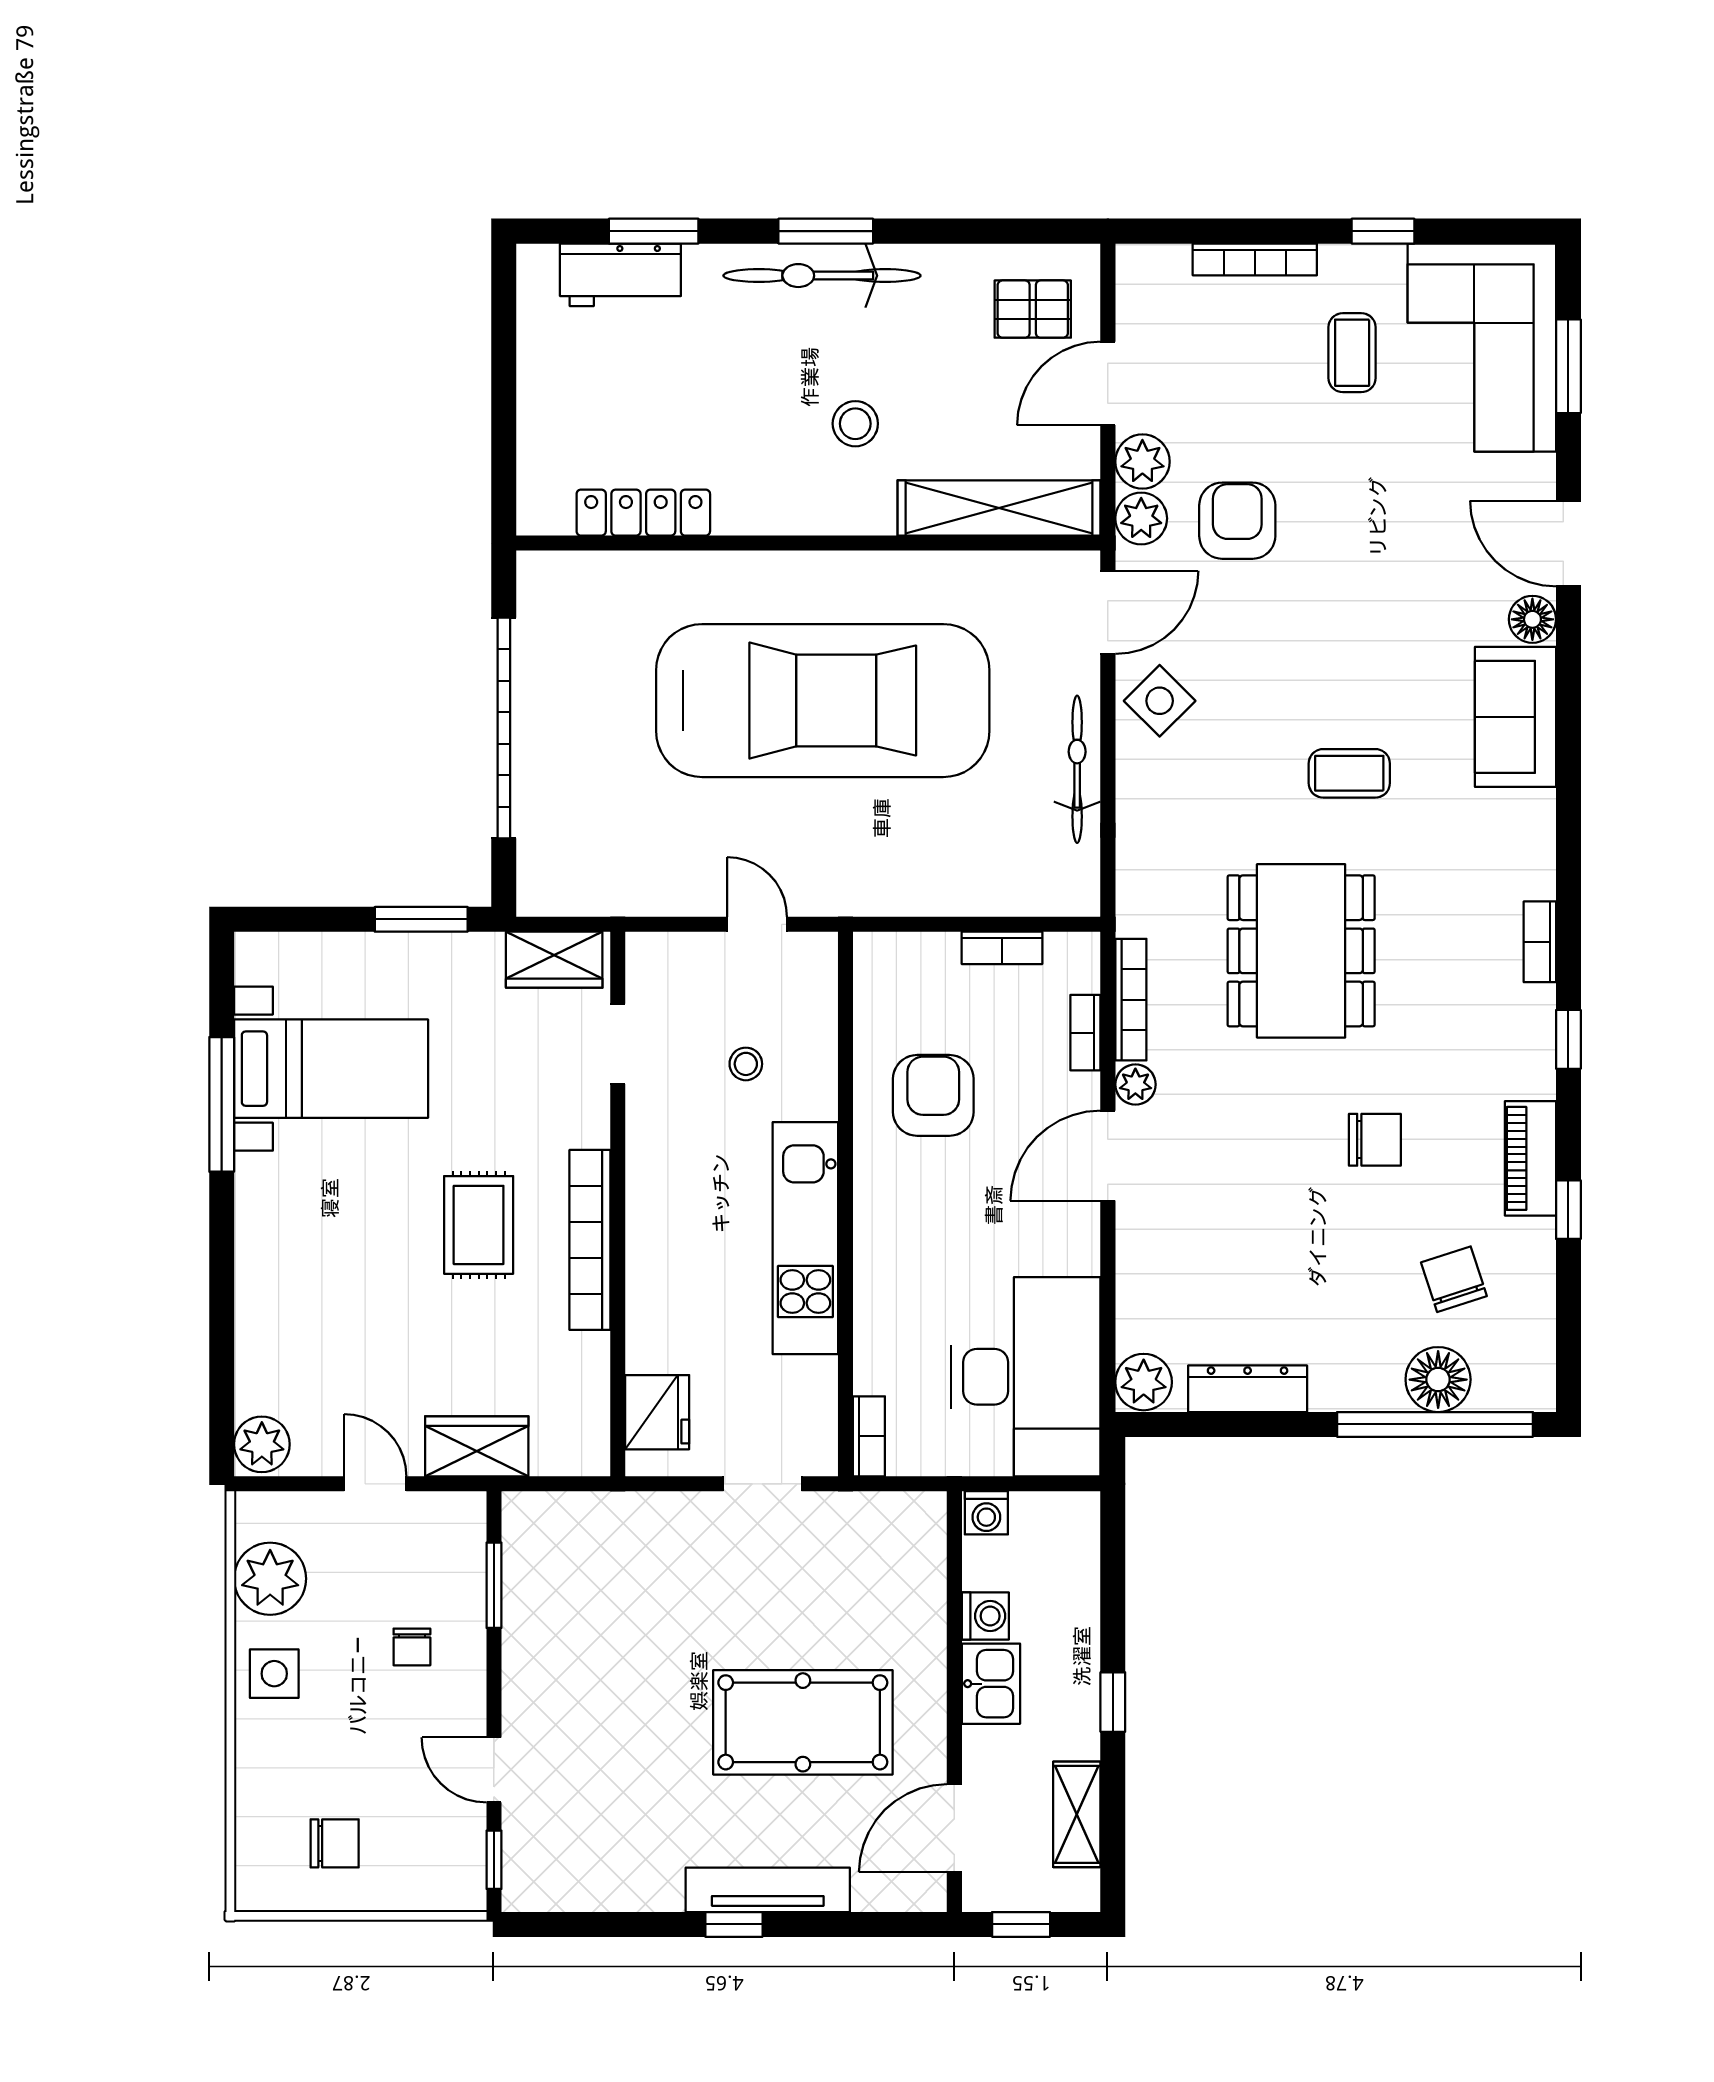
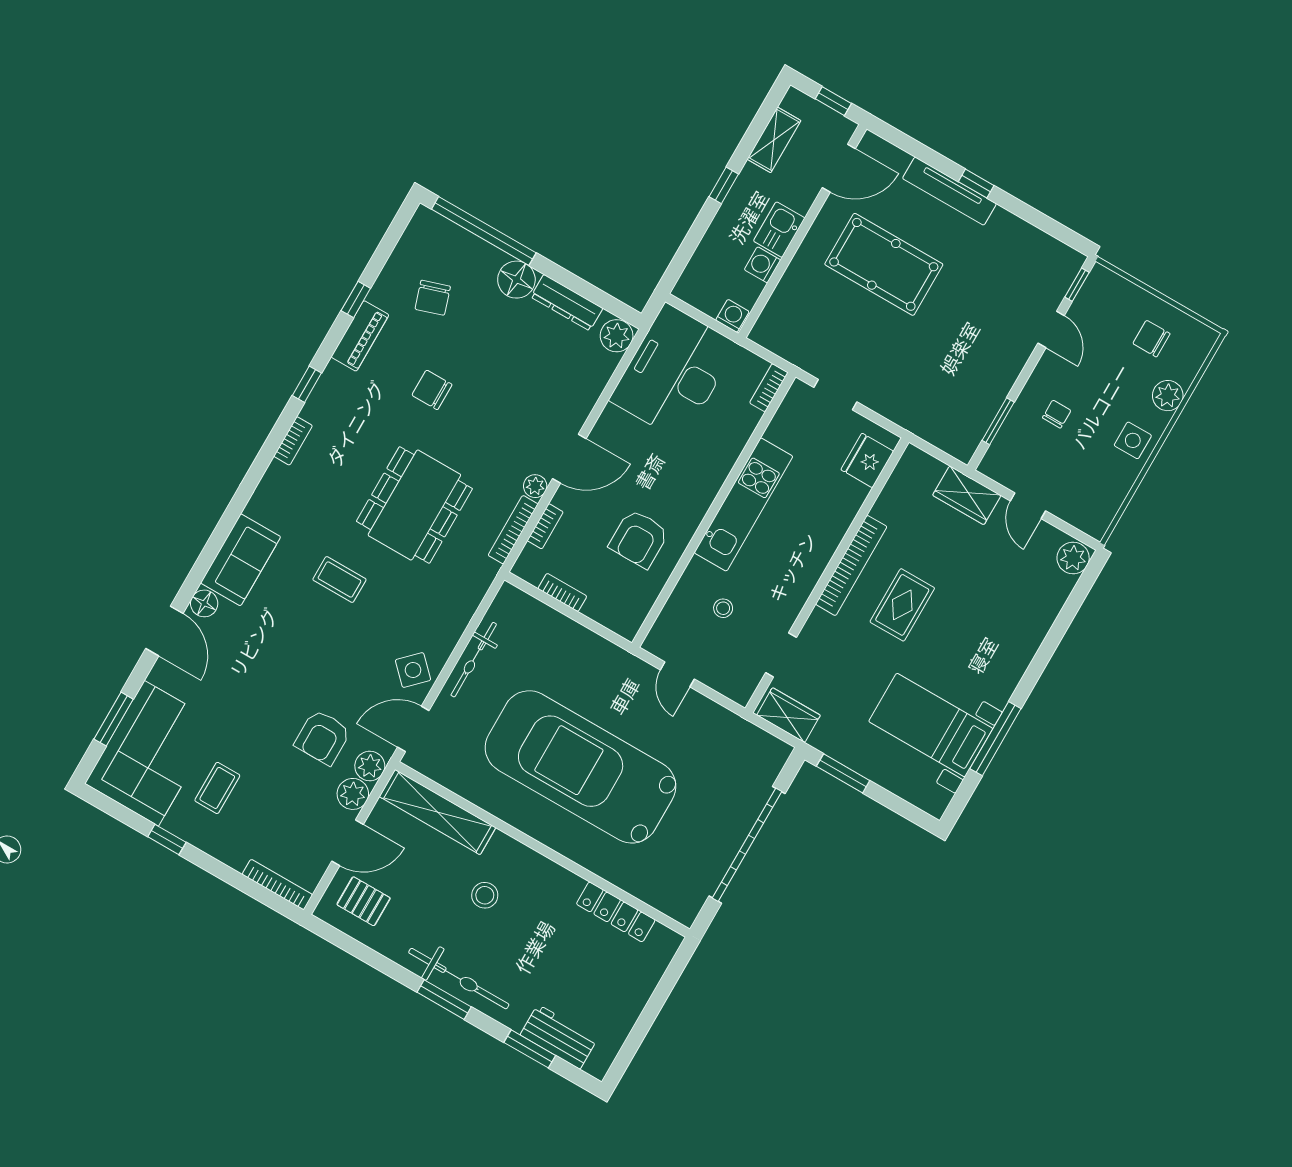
bookcase: (1255, 259) -> (277, 884), moved
floor lamp: (1438, 1380) -> (516, 280), moved
plant: (270, 1579) -> (1168, 396), moved, width x0.73, depth x0.73

